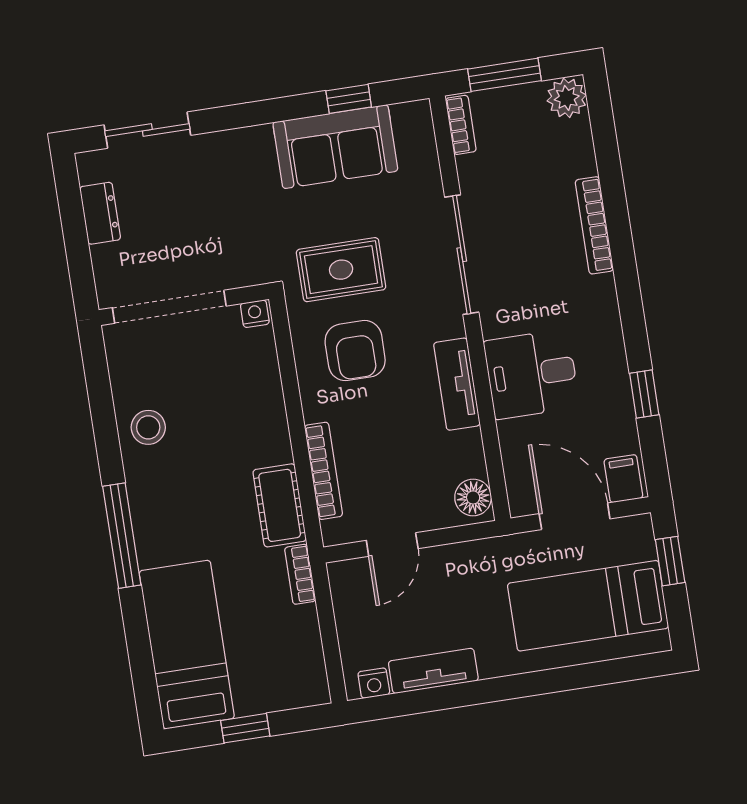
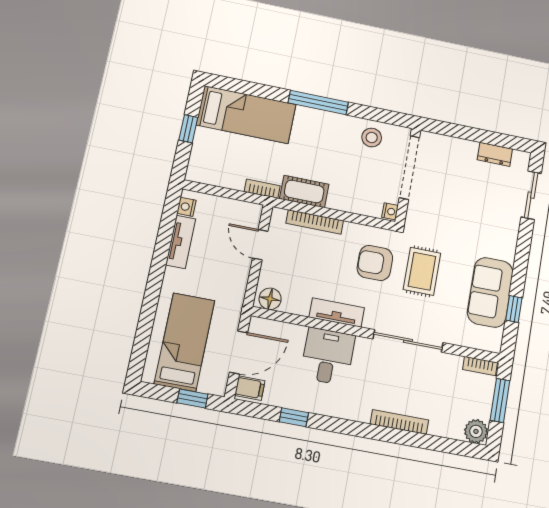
wall: (184, 305) -> (408, 176), moved
doorway: (169, 307) -> (409, 167), moved
nightstand: (255, 314) -> (390, 211), moved

